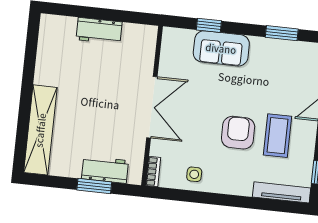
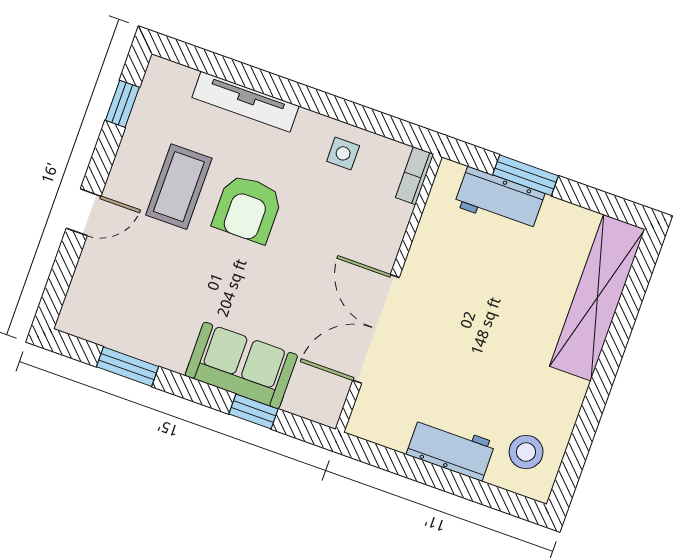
stool: (59, 39) -> (526, 452), added
double door: (152, 107) -> (376, 329), moved
tv unit: (282, 192) -> (245, 102), moved

